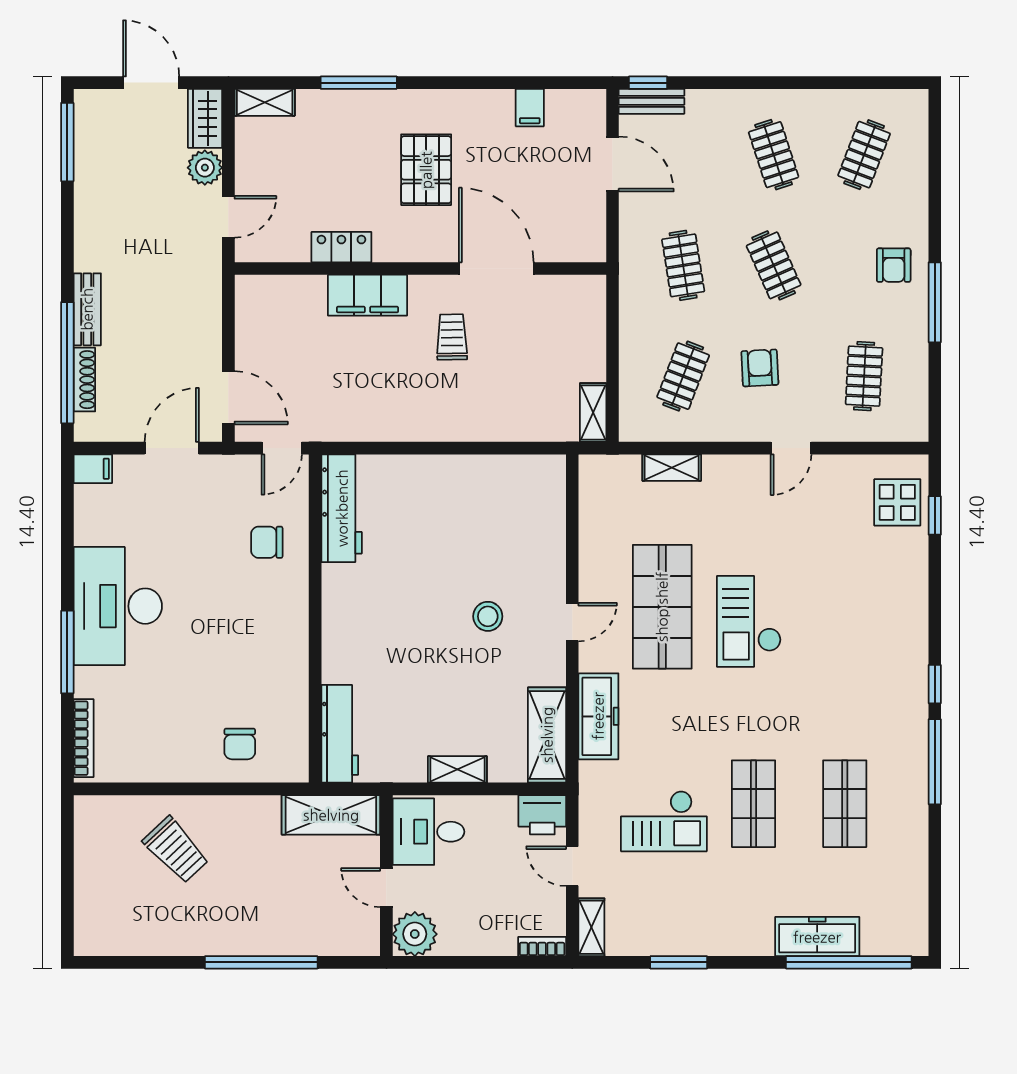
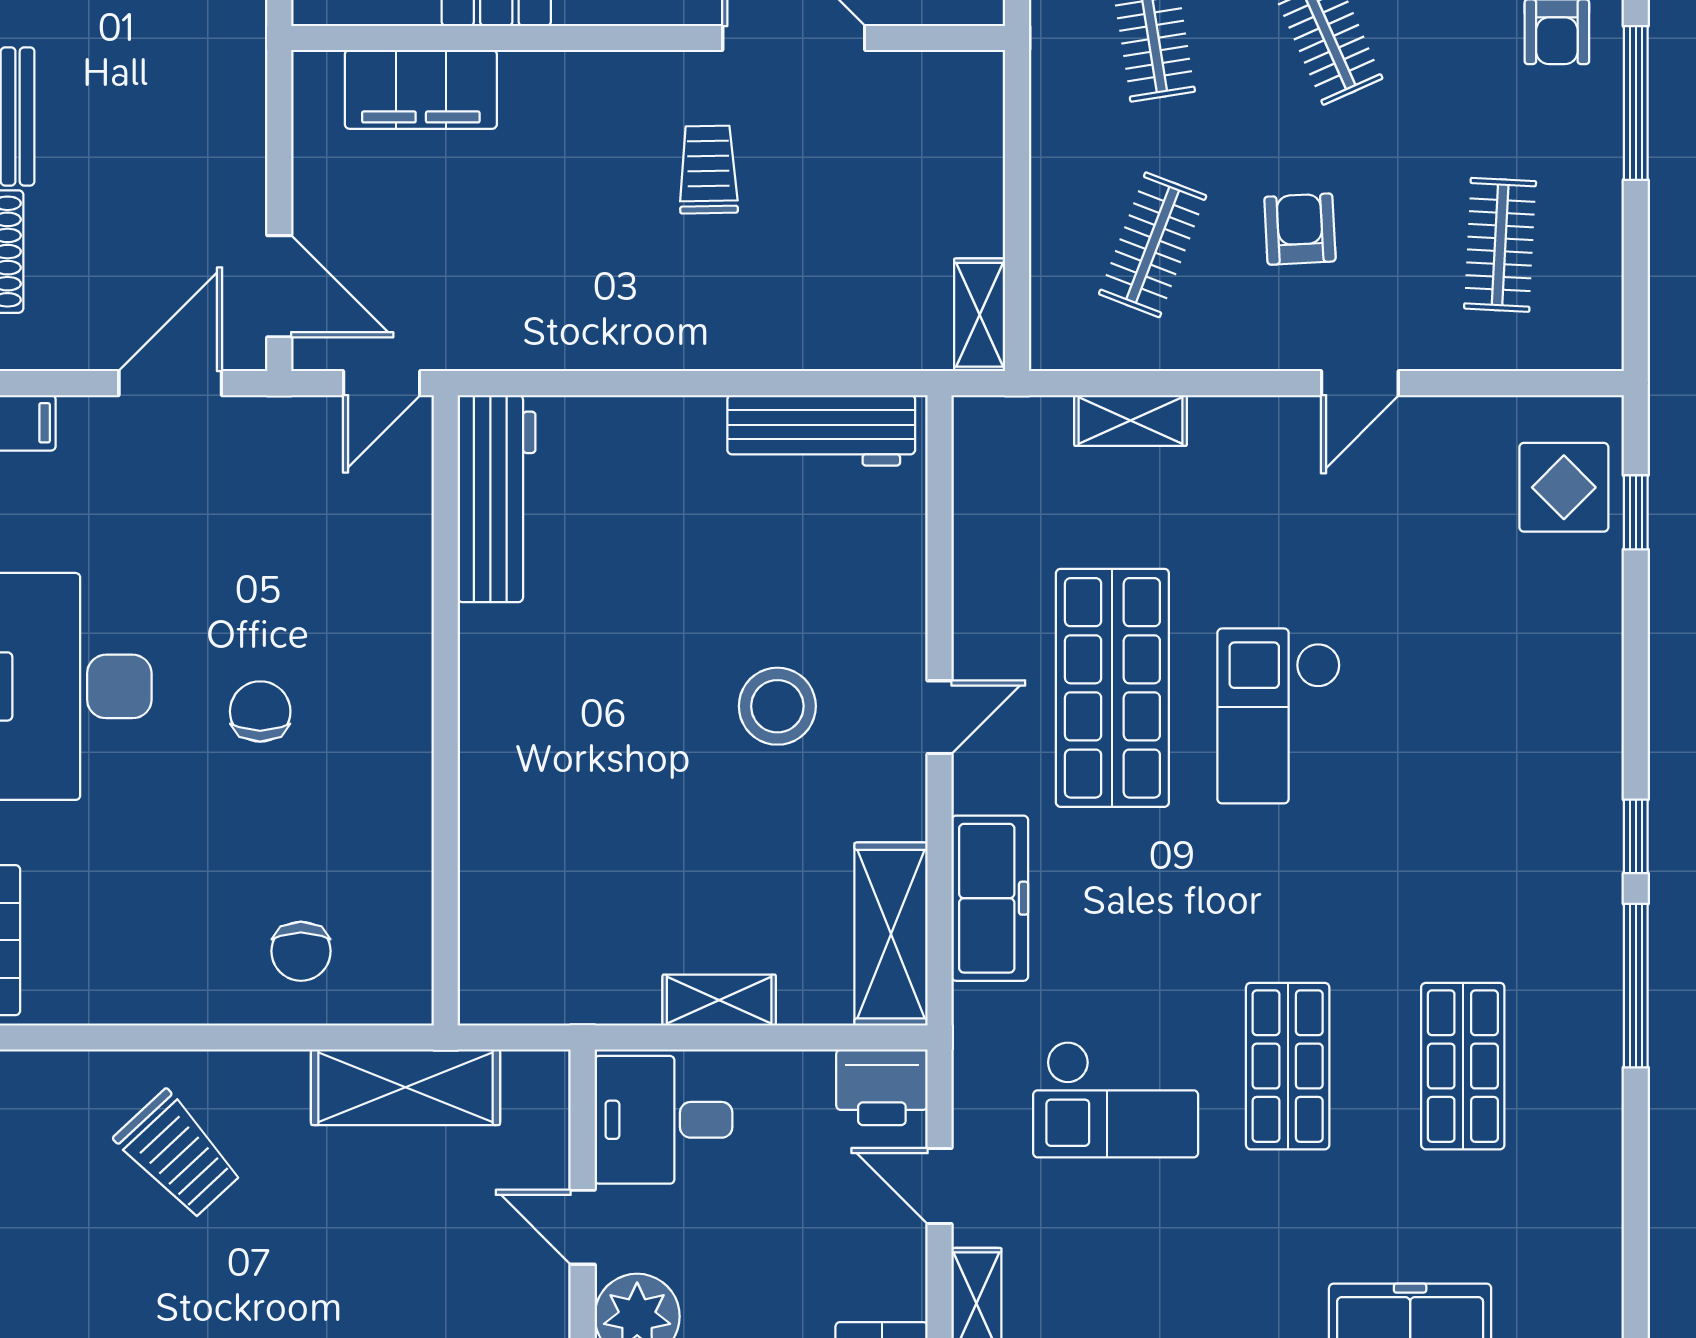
filing cabinet: (367, 295) -> (421, 89), moved
chair: (267, 542) -> (260, 711), moved, turned 90
stool: (488, 616) -> (777, 706), width x1.38, depth x1.38
workbench: (340, 734) -> (821, 430), moved, turned 90
shelving: (331, 815) -> (406, 1087), moved

